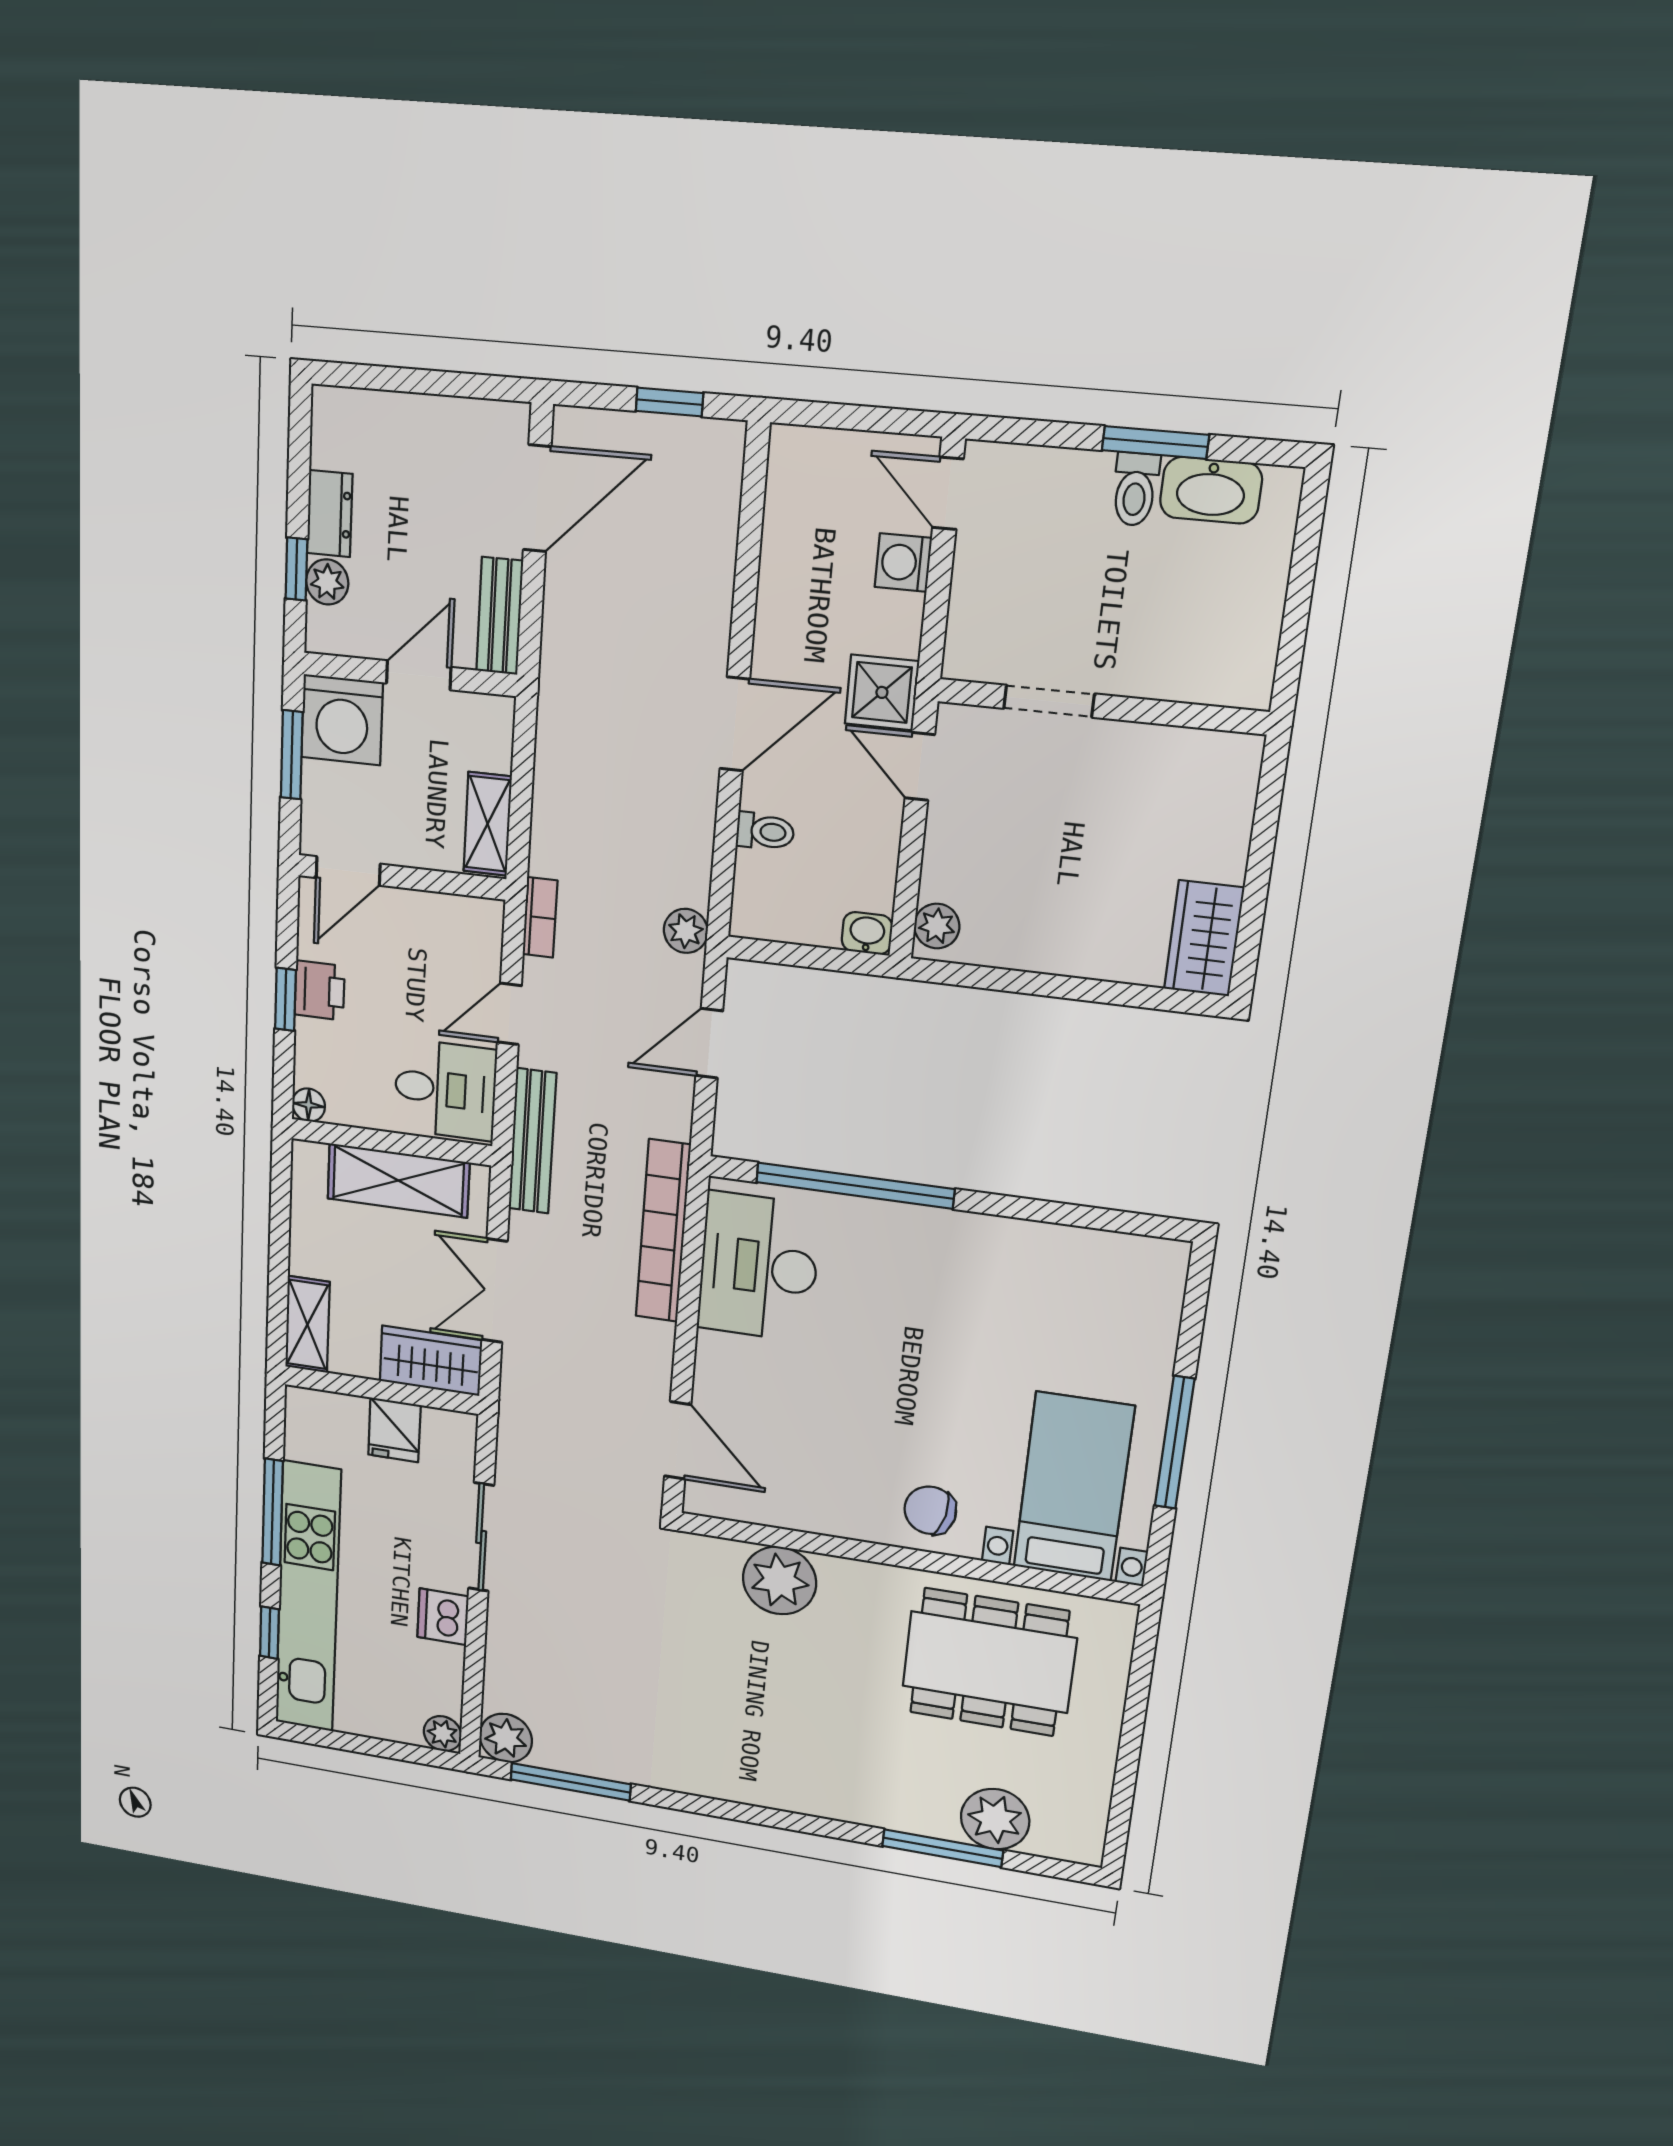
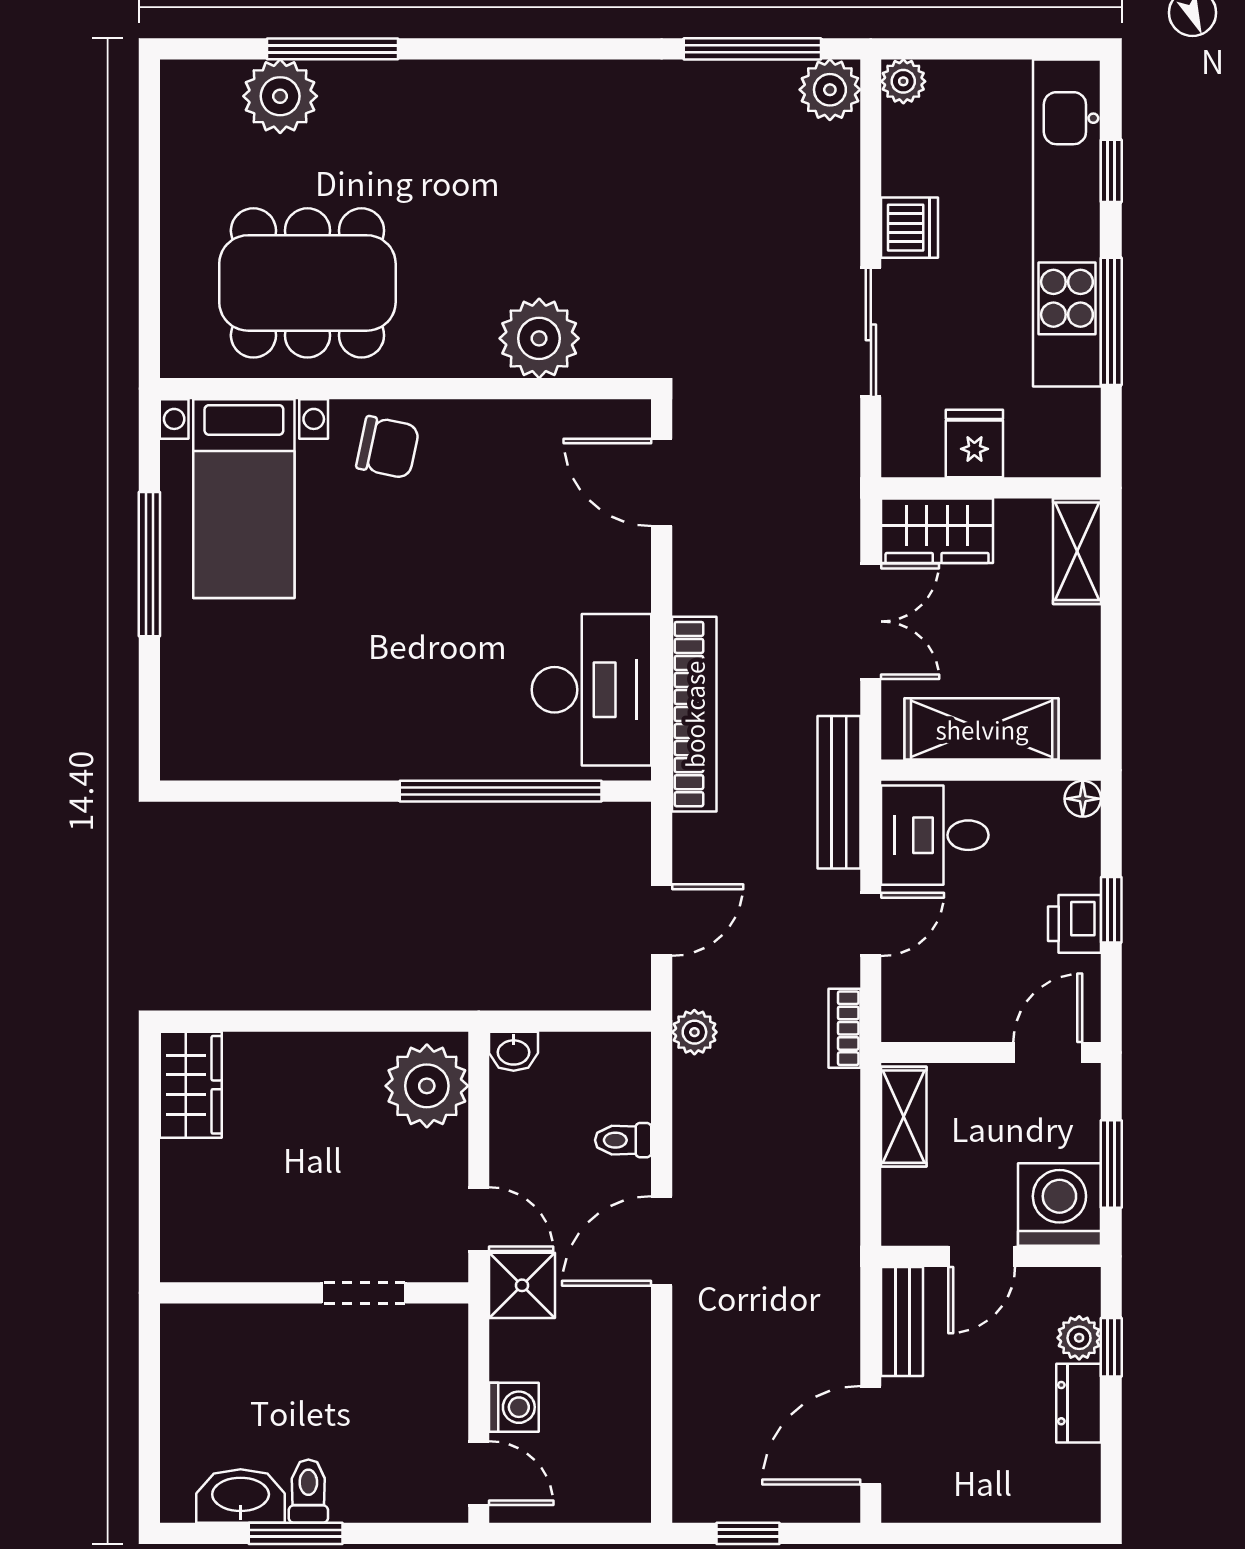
plant: (937, 926) -> (427, 1086), width x1.88, depth x1.88

